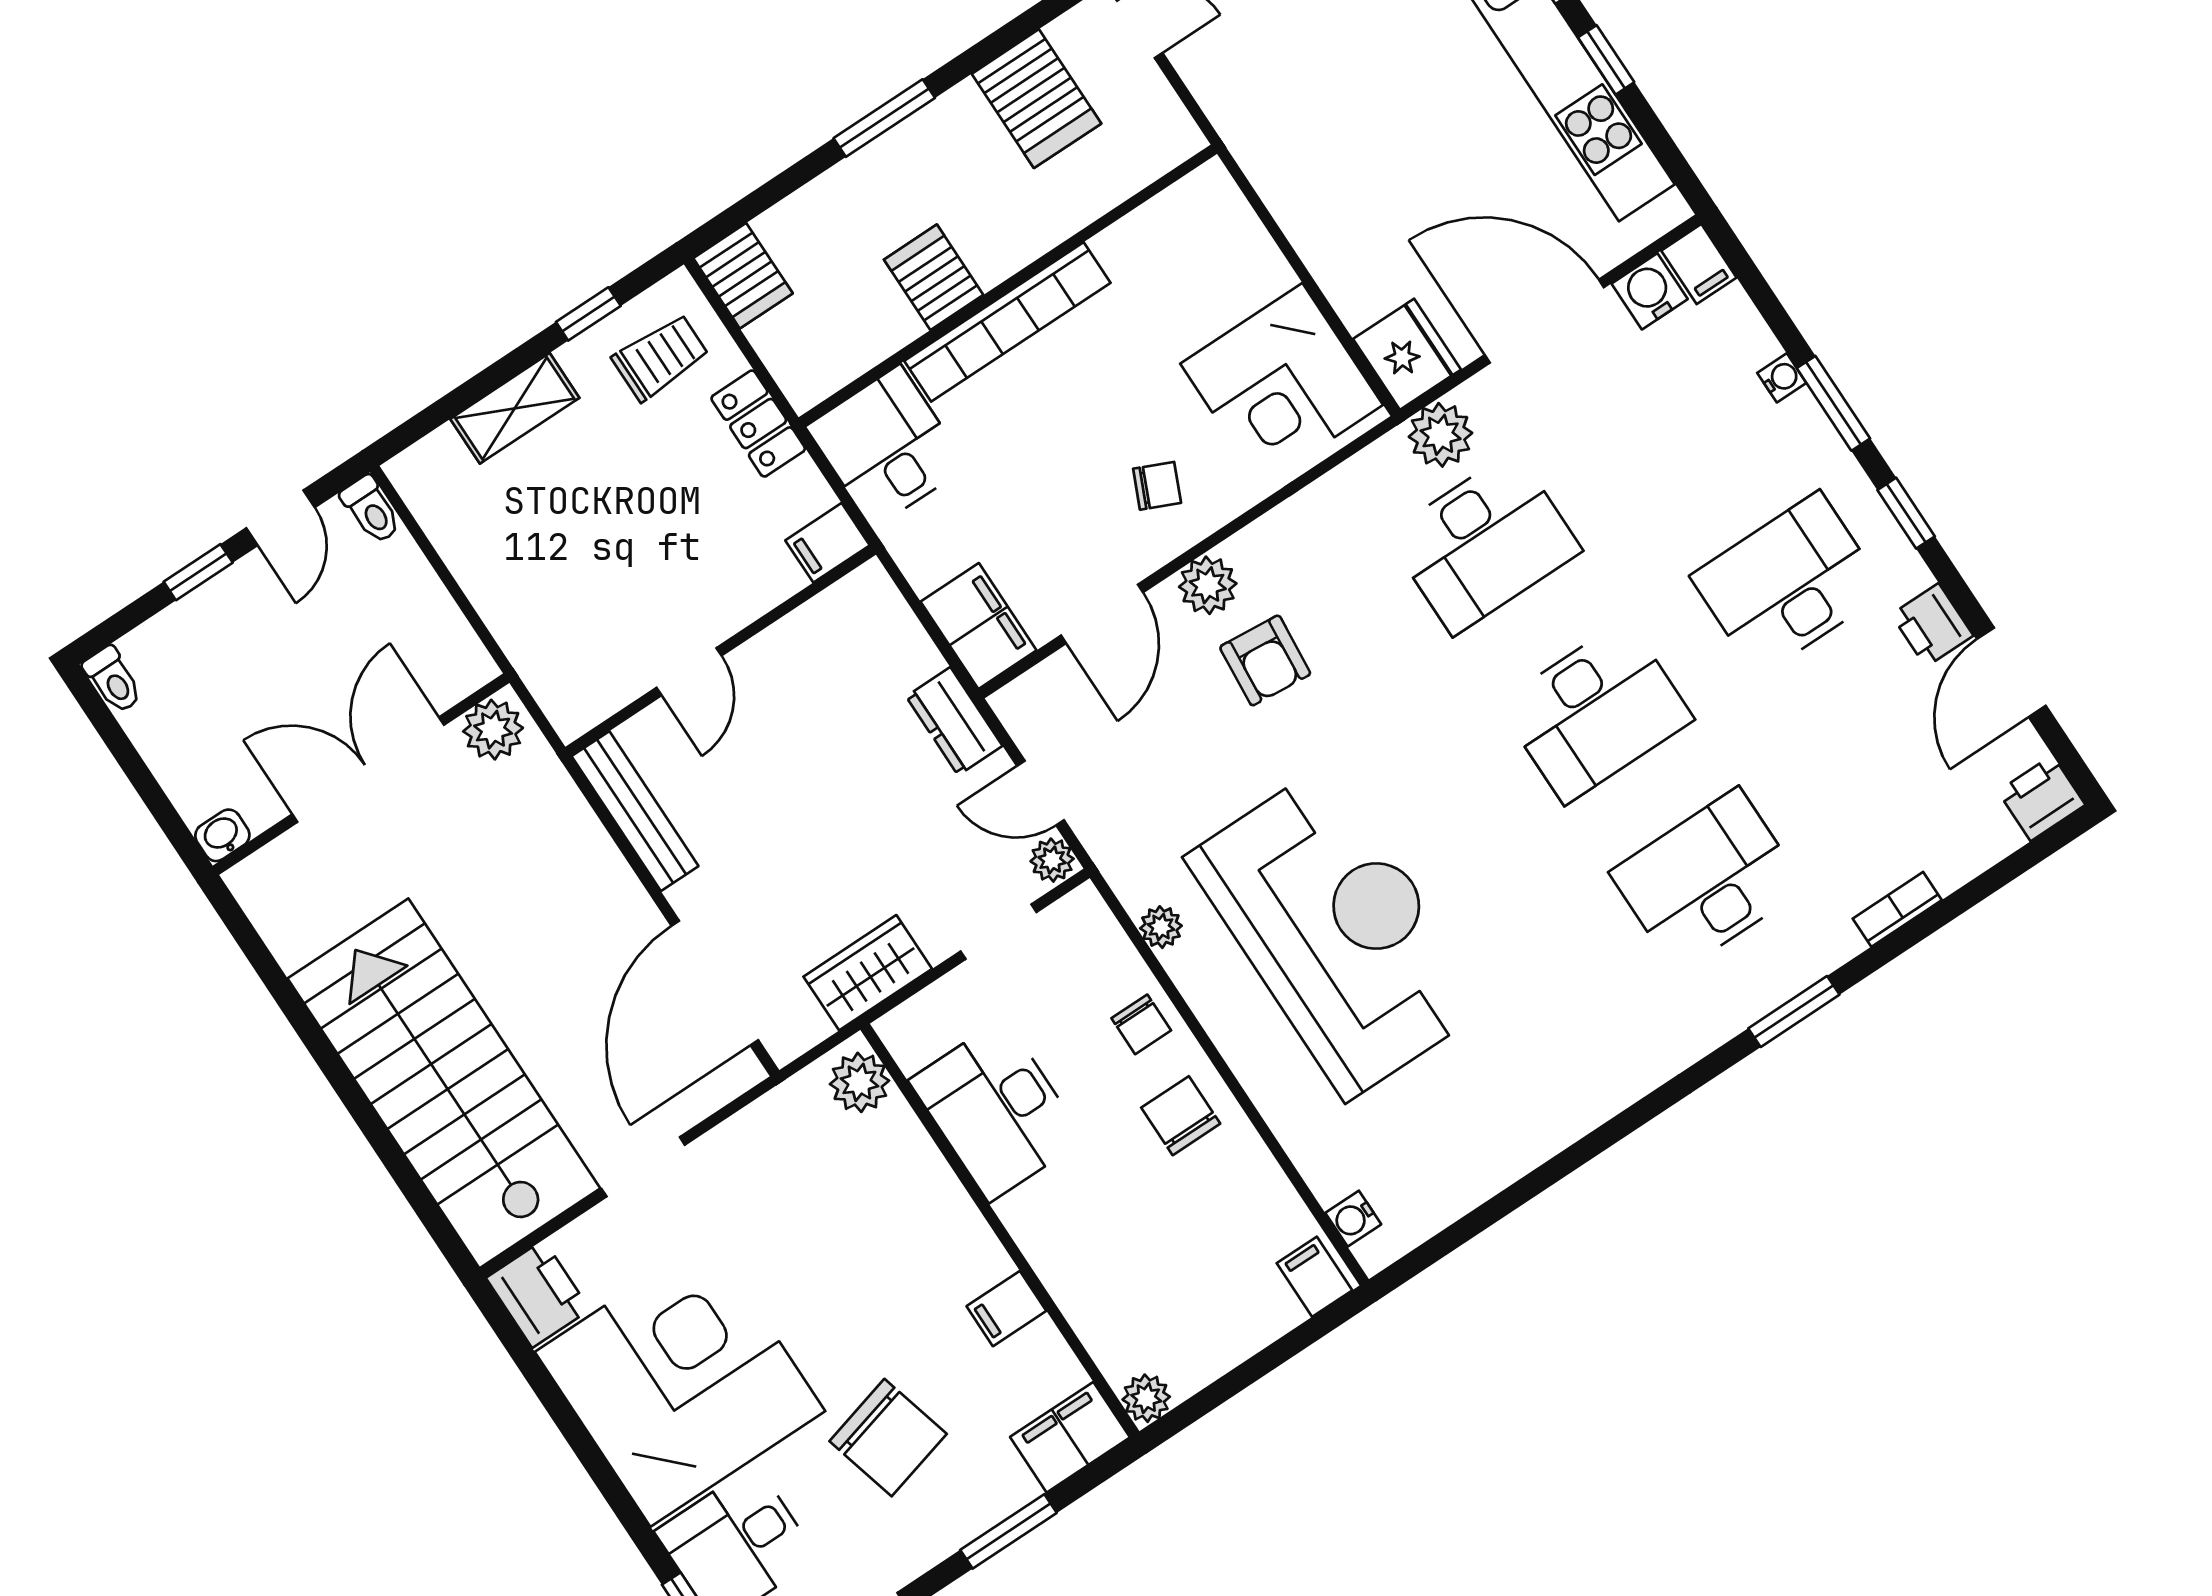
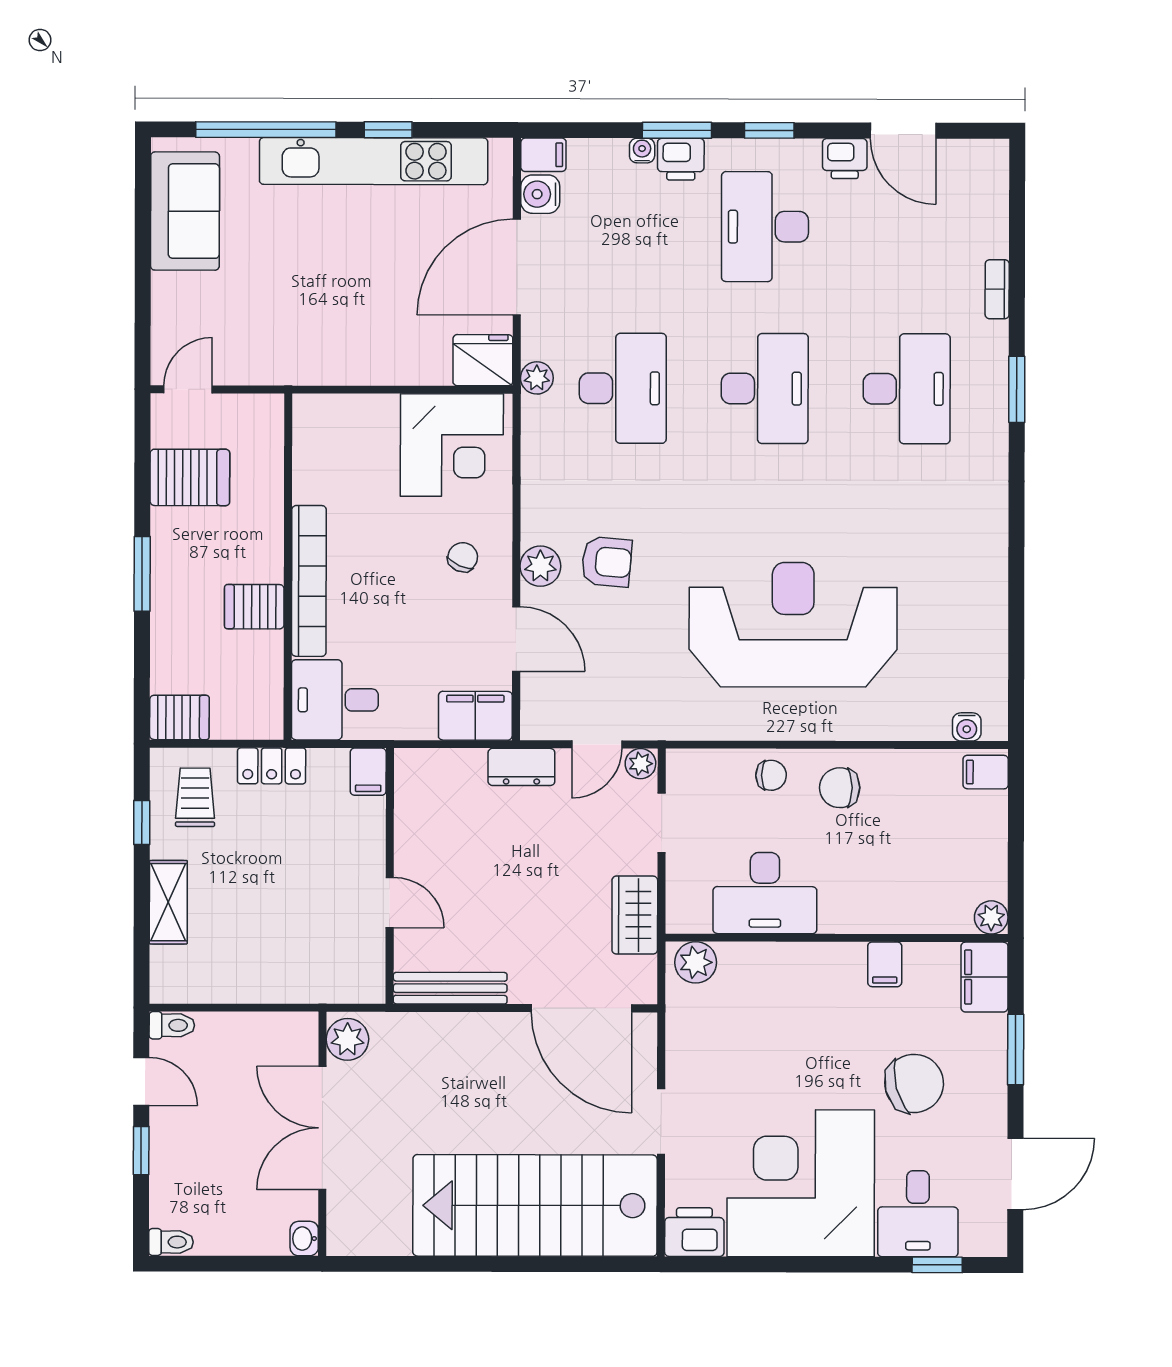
plant: (1441, 435) -> (537, 378), width x0.73, depth x0.73
printer: (2042, 798) -> (681, 159), moved, turned -90
desk: (1707, 880) -> (907, 389), turned 180
plant: (1161, 927) -> (722, 726), removed

